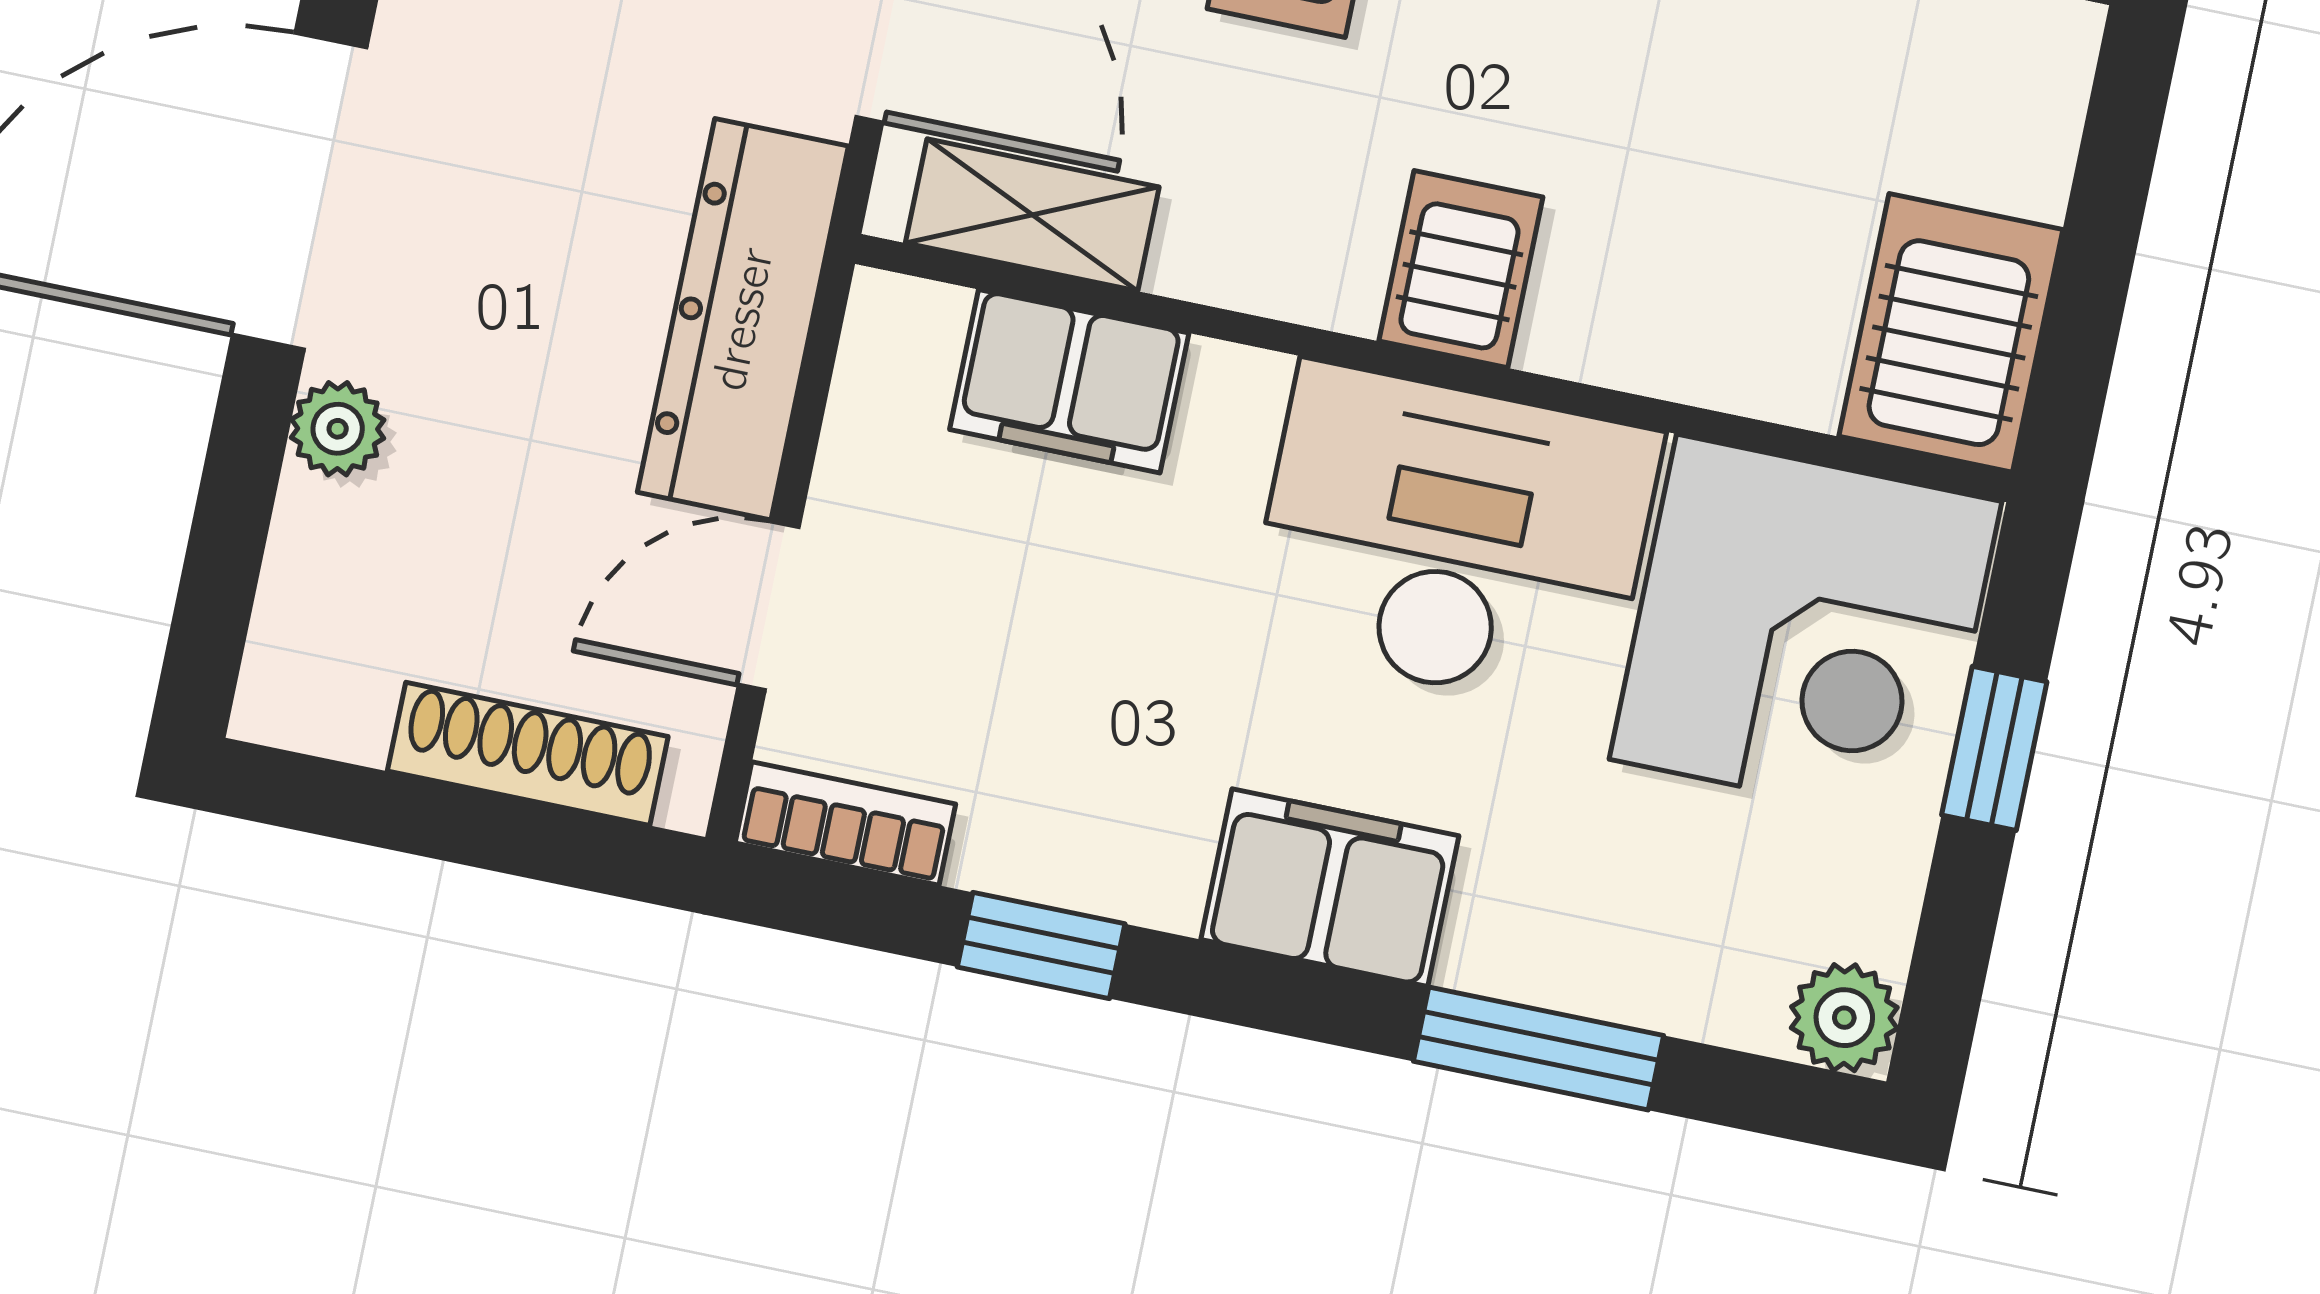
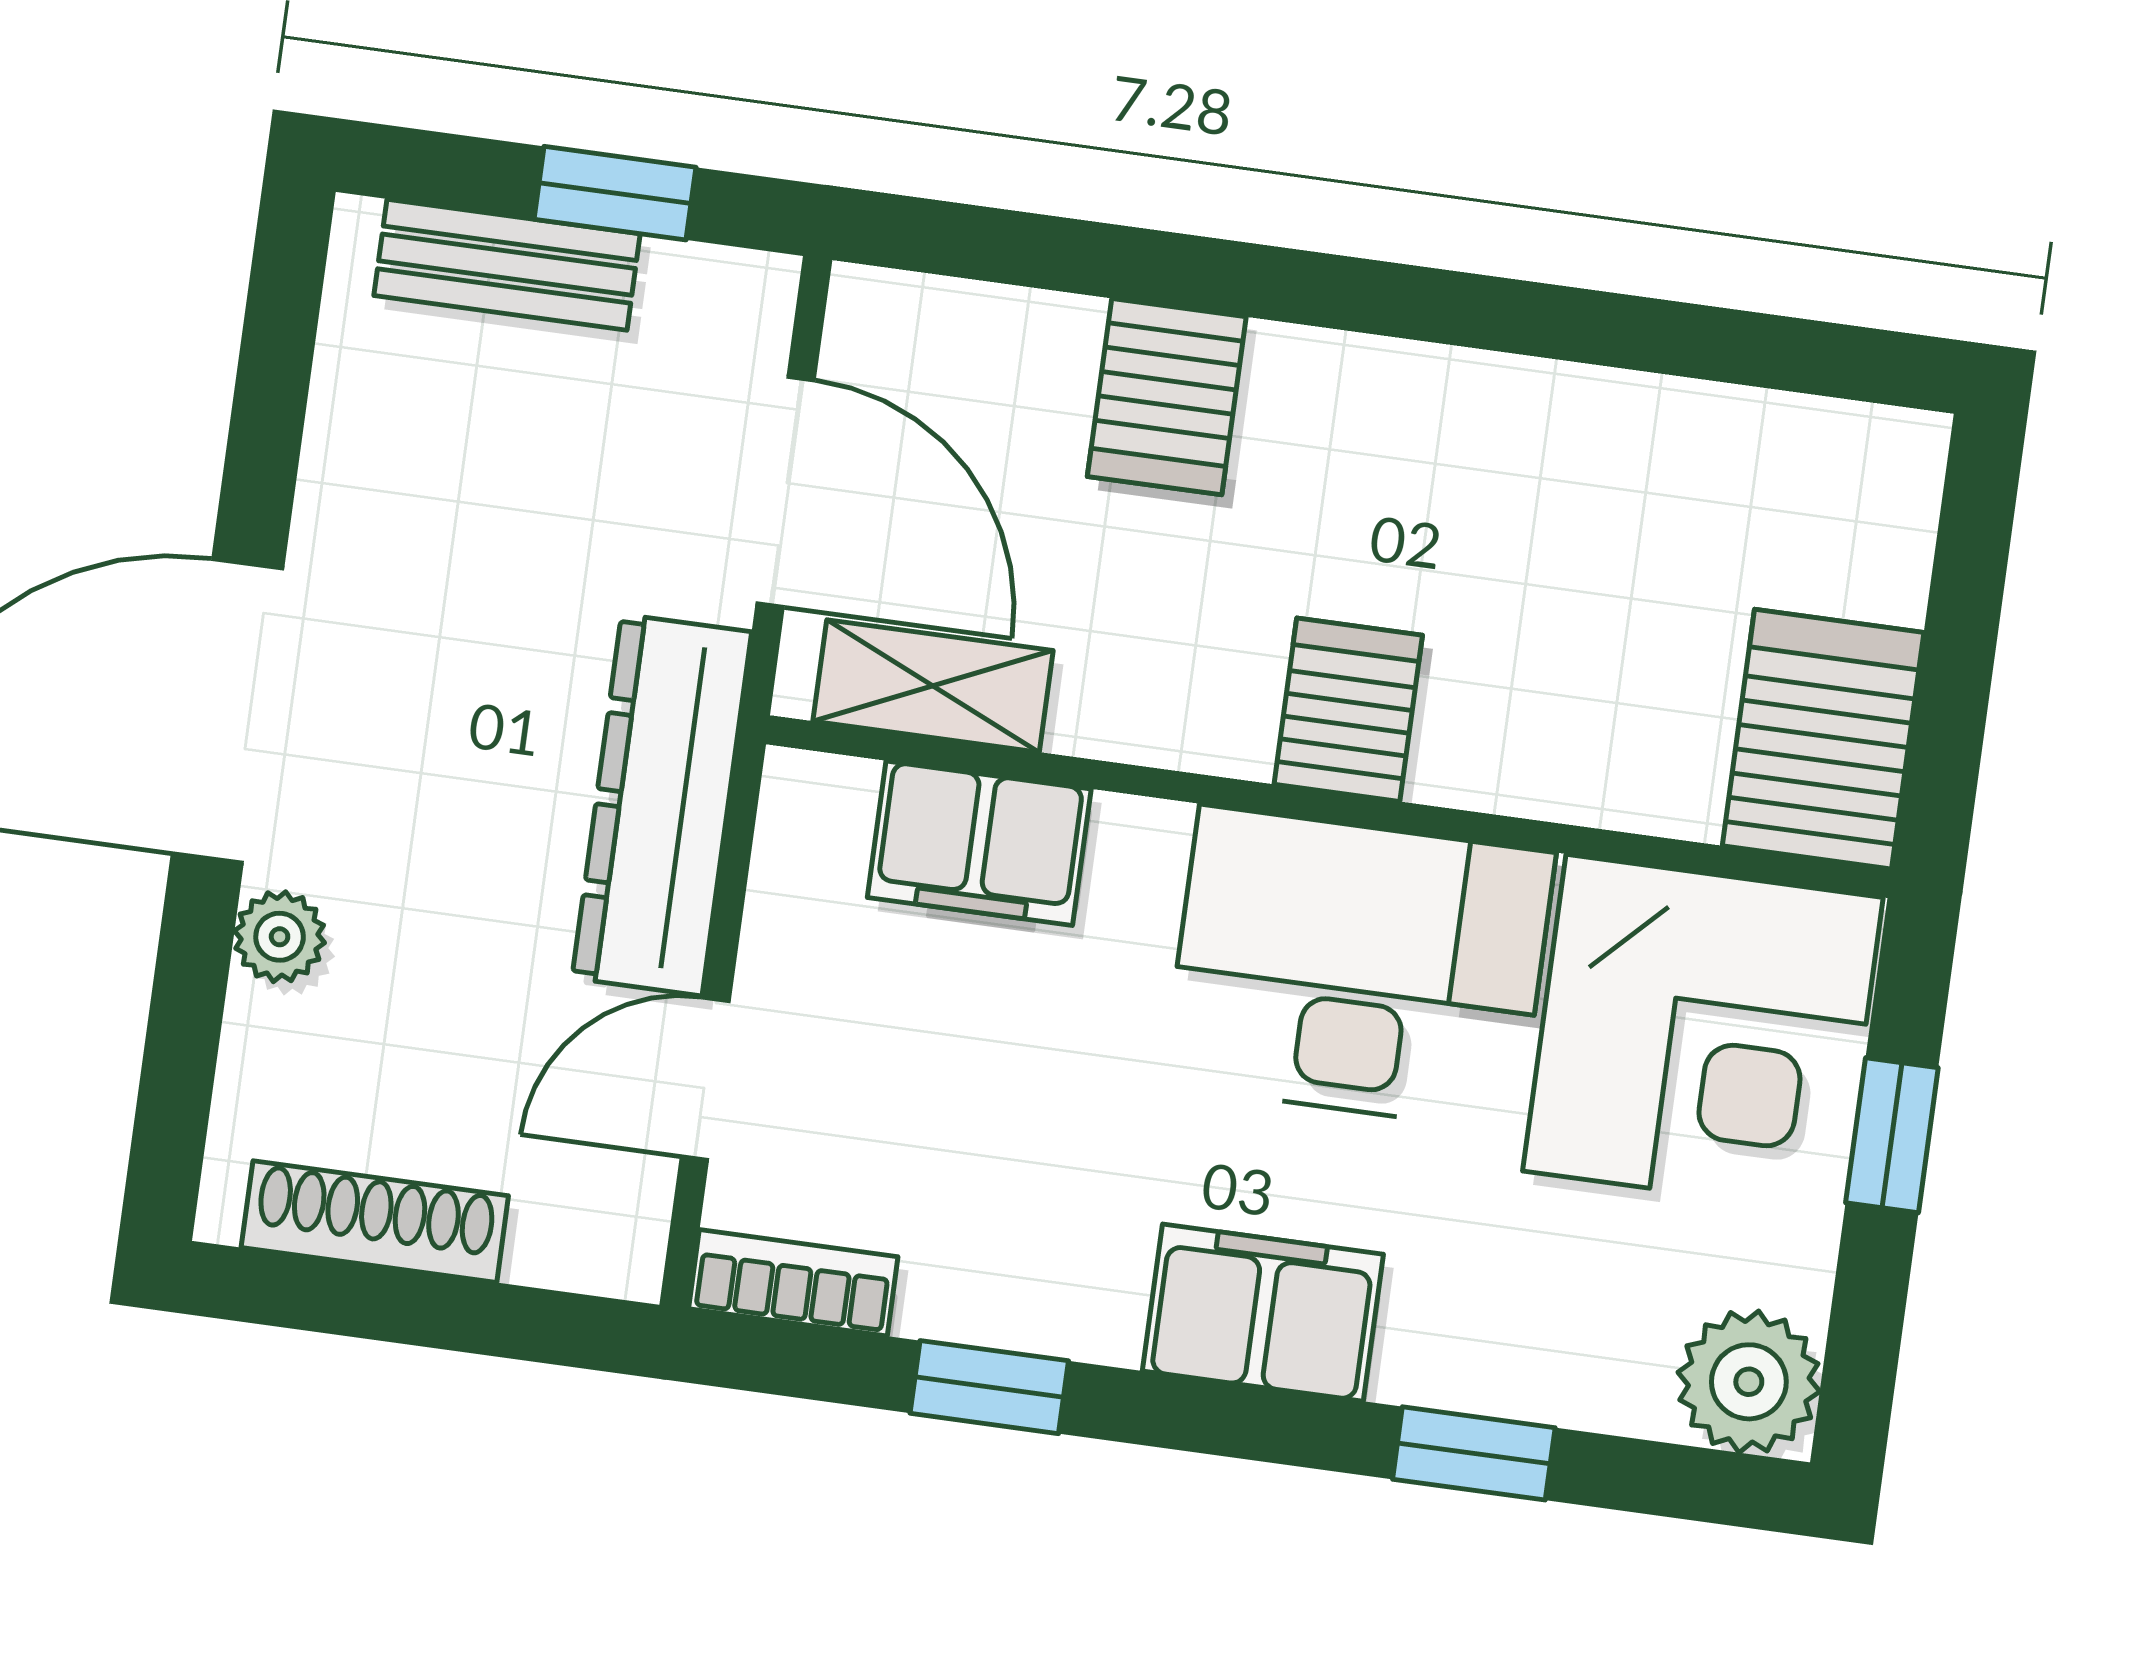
shoe rack: (528, 754) -> (375, 1222), moved
plant: (1844, 1018) -> (1749, 1382), width x1.38, depth x1.38
window: (1538, 1048) -> (1474, 1453), width x0.67

